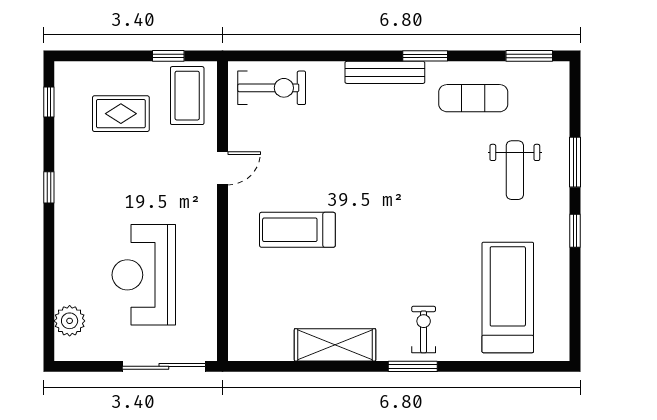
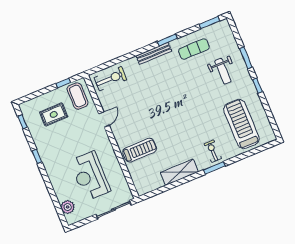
treadmill: (297, 230) -> (140, 150), moved, turned 180

